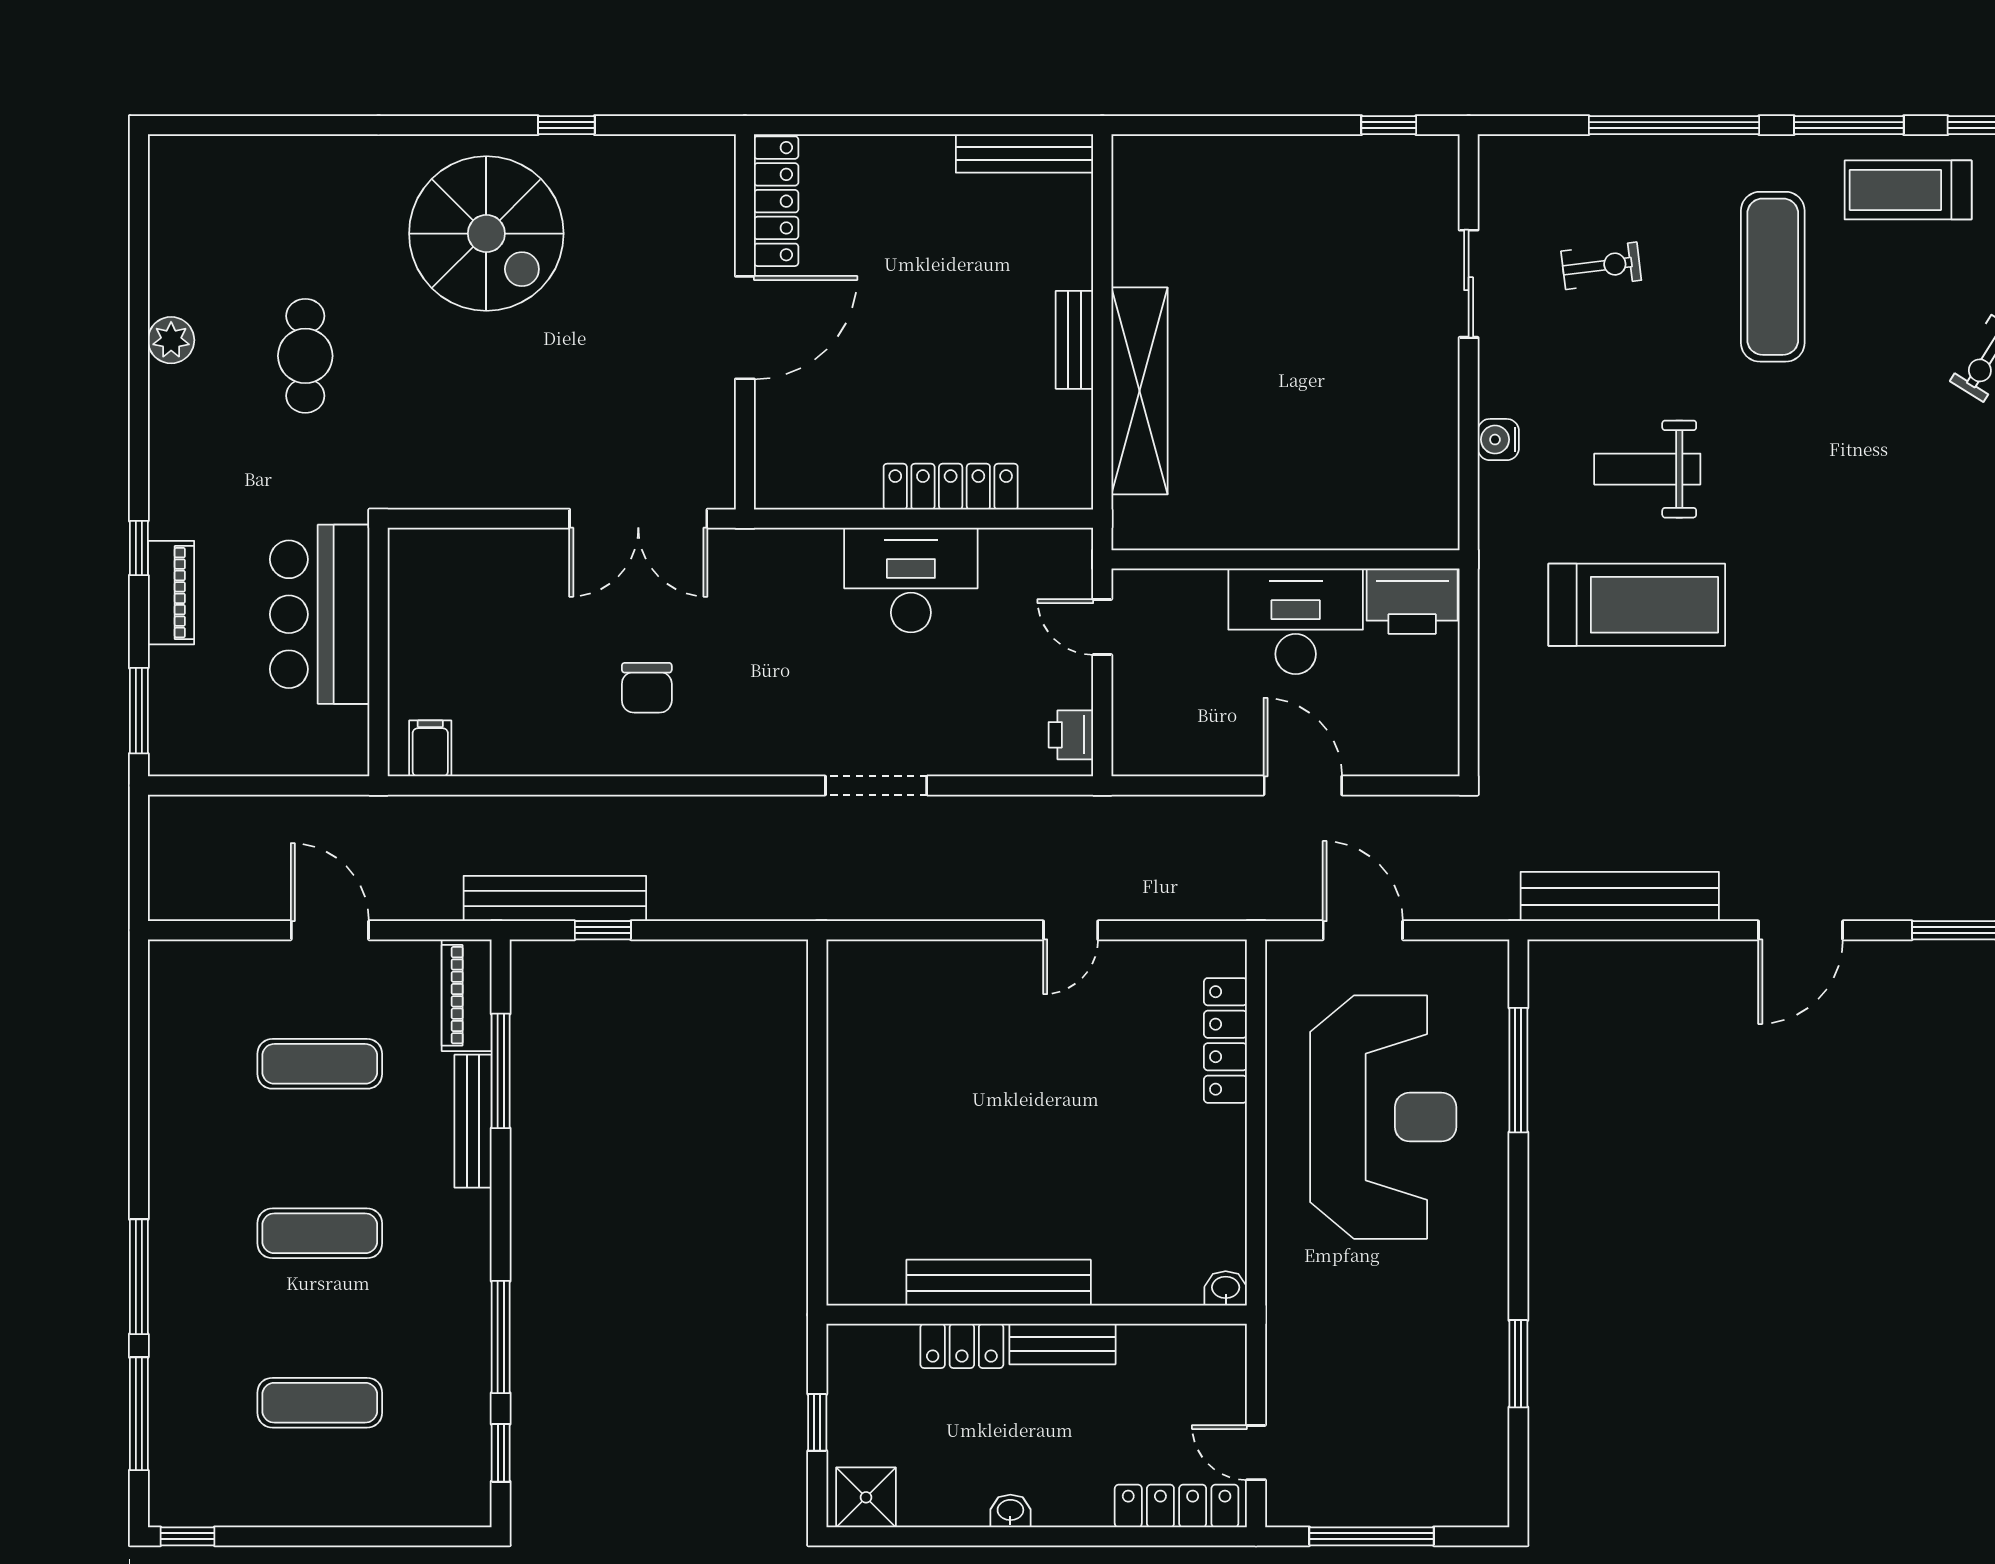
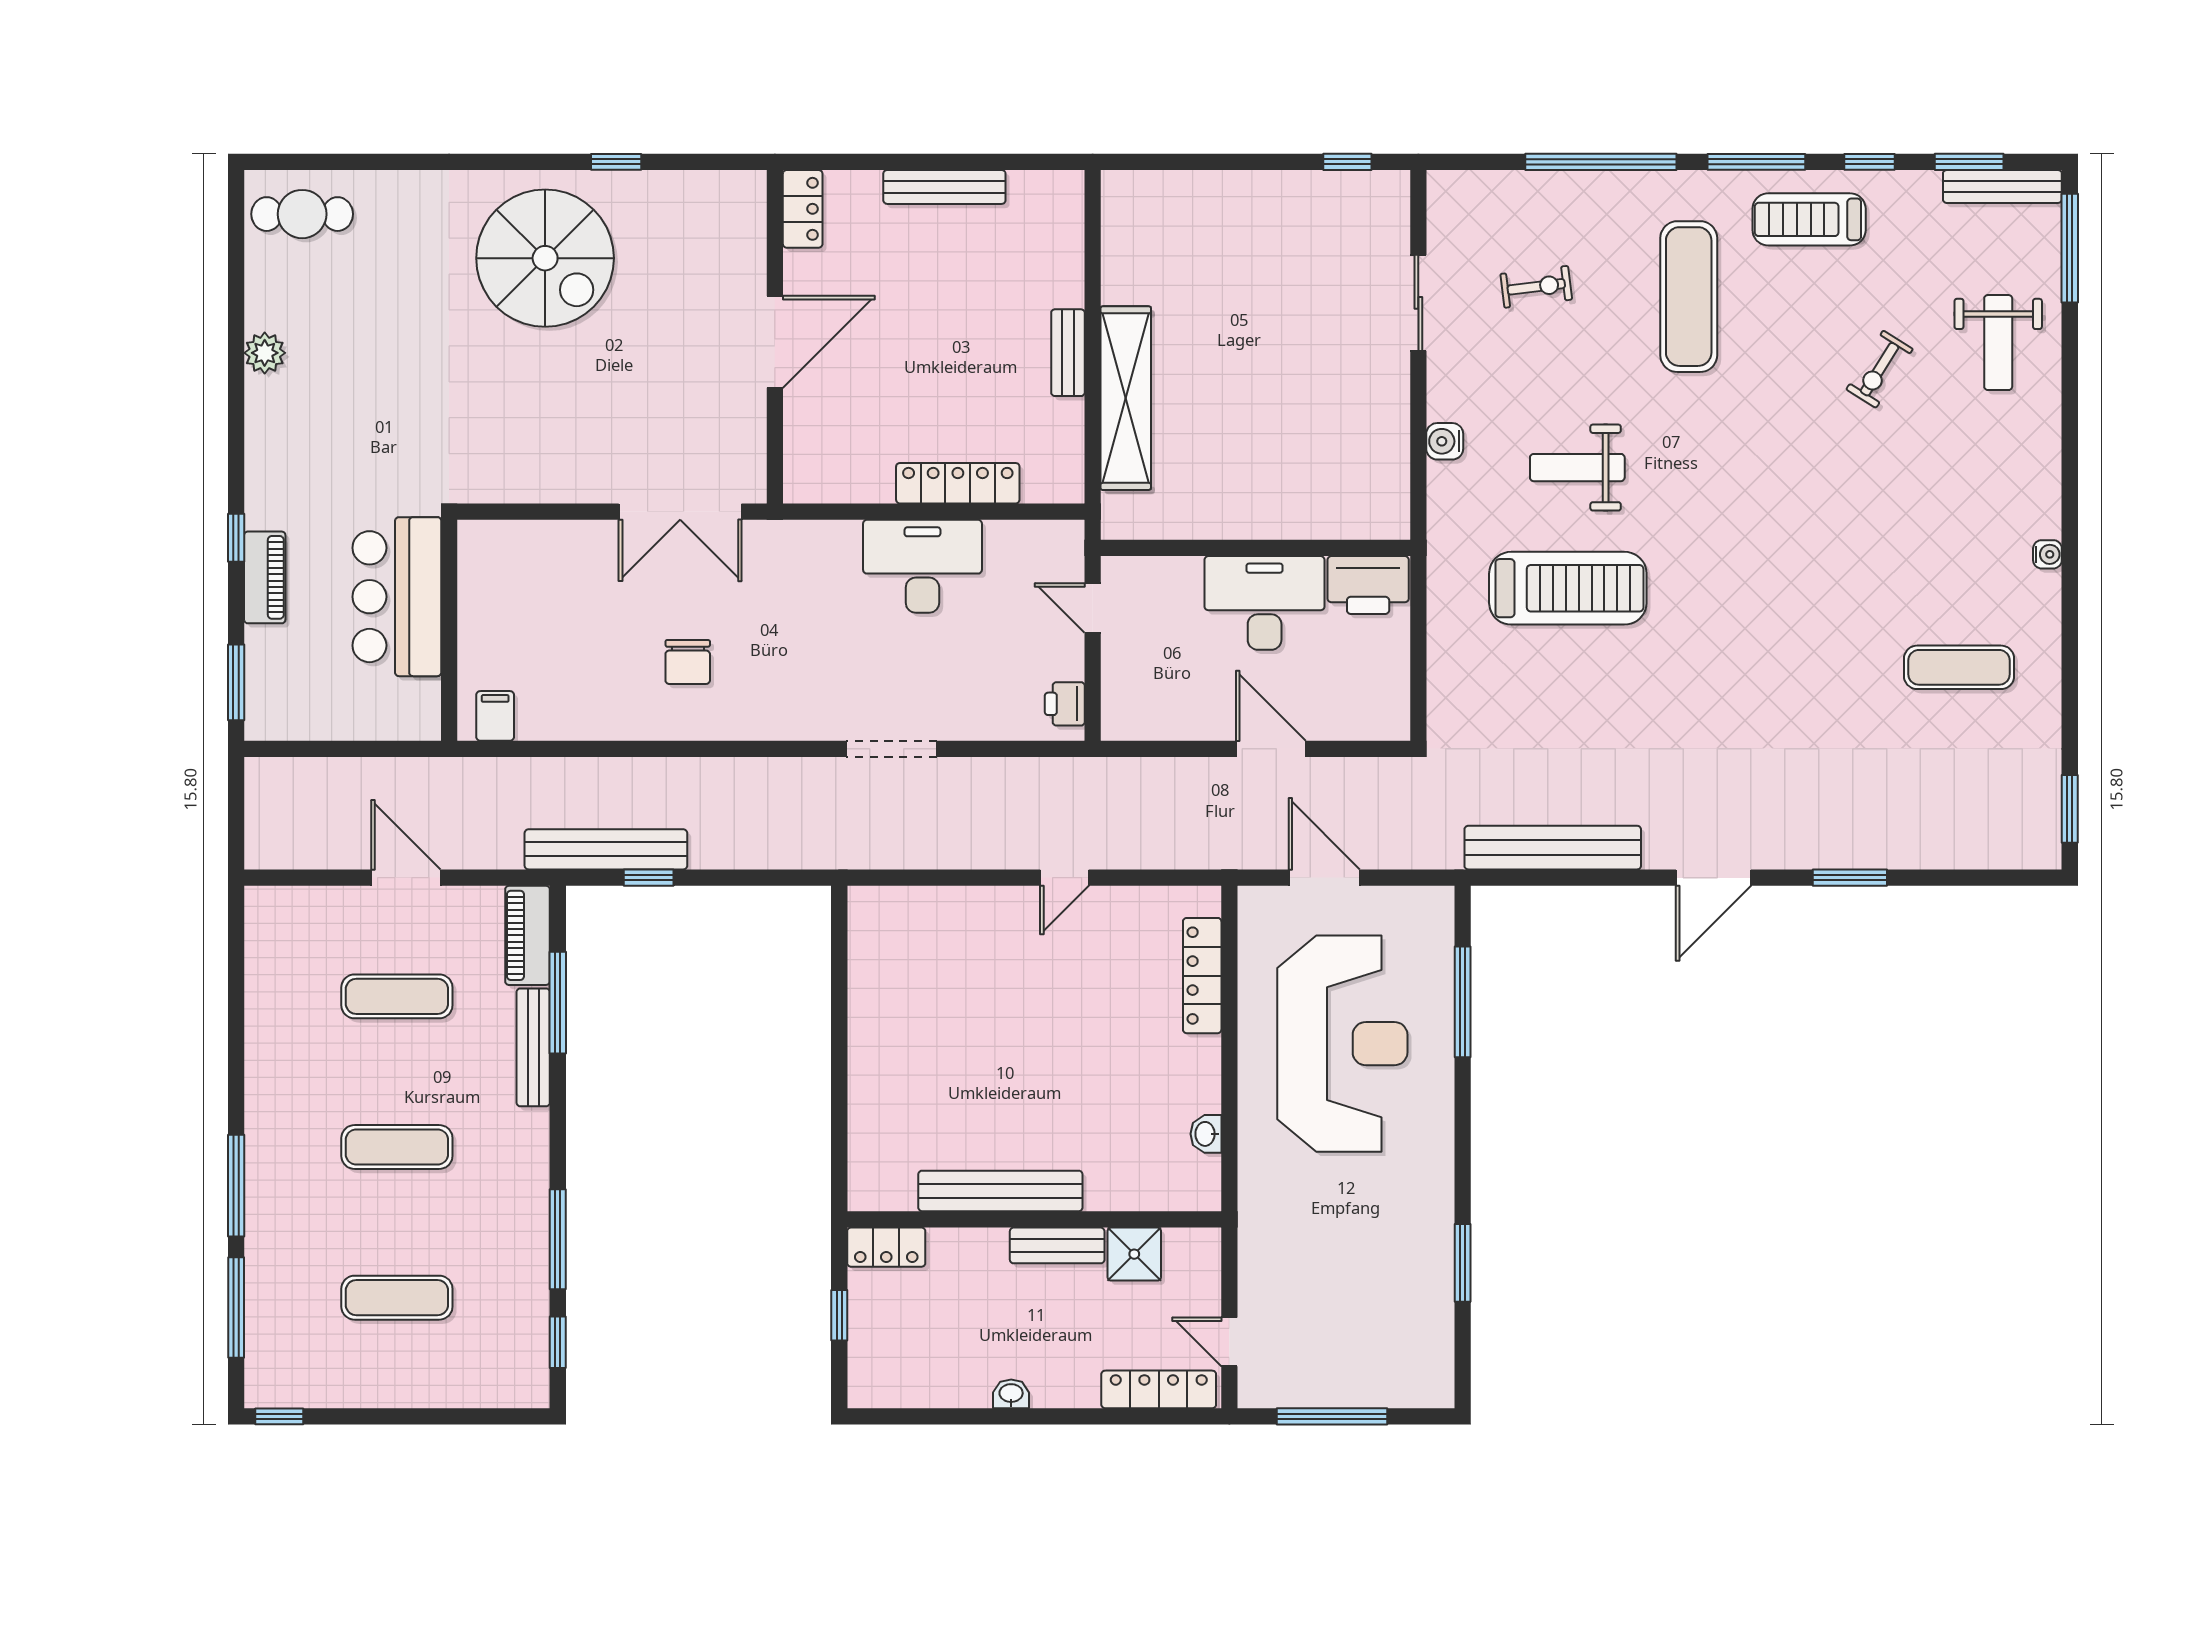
bench: (1025, 153) -> (944, 187), moved
locker: (776, 201) -> (803, 209), width x0.66
cafe table: (305, 356) -> (302, 214), moved, turned 90
washbasin: (1226, 1288) -> (1206, 1134), moved, turned -90
locker: (962, 1346) -> (886, 1247), moved
shower: (866, 1497) -> (1134, 1254), moved

